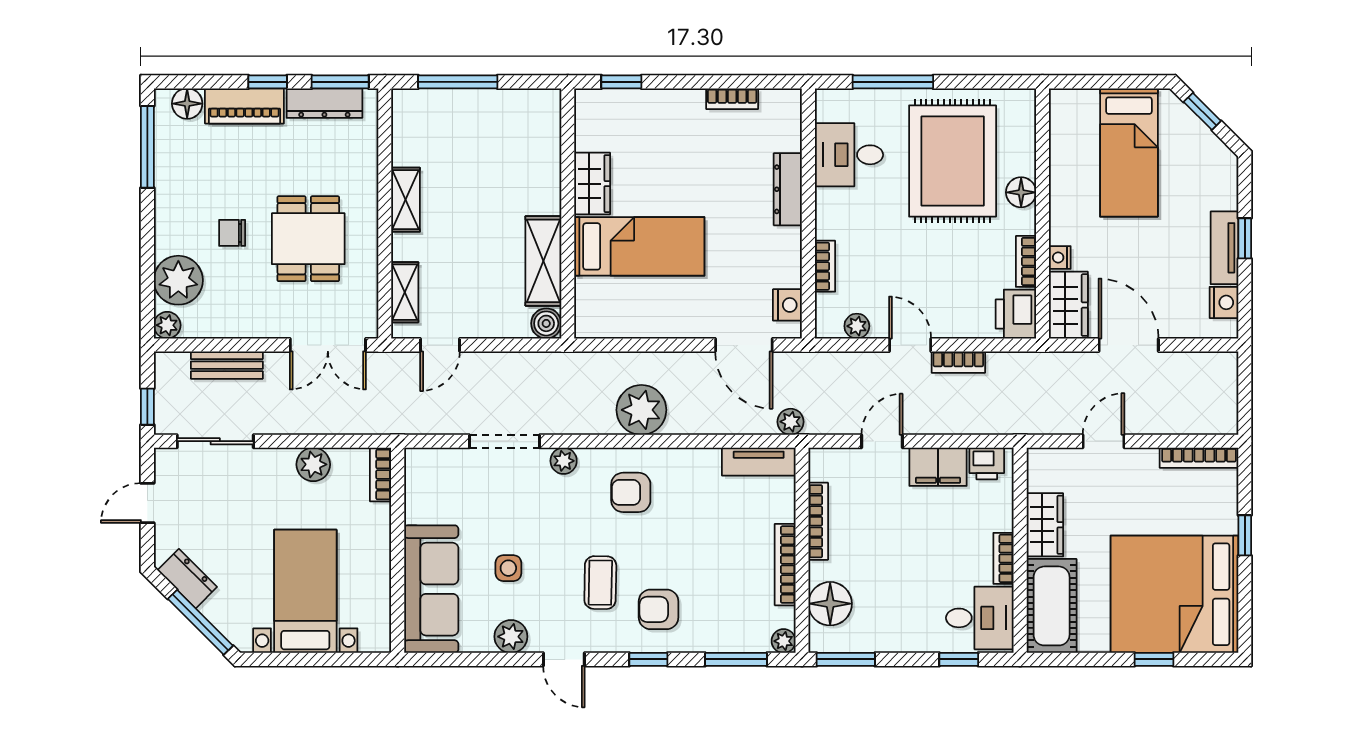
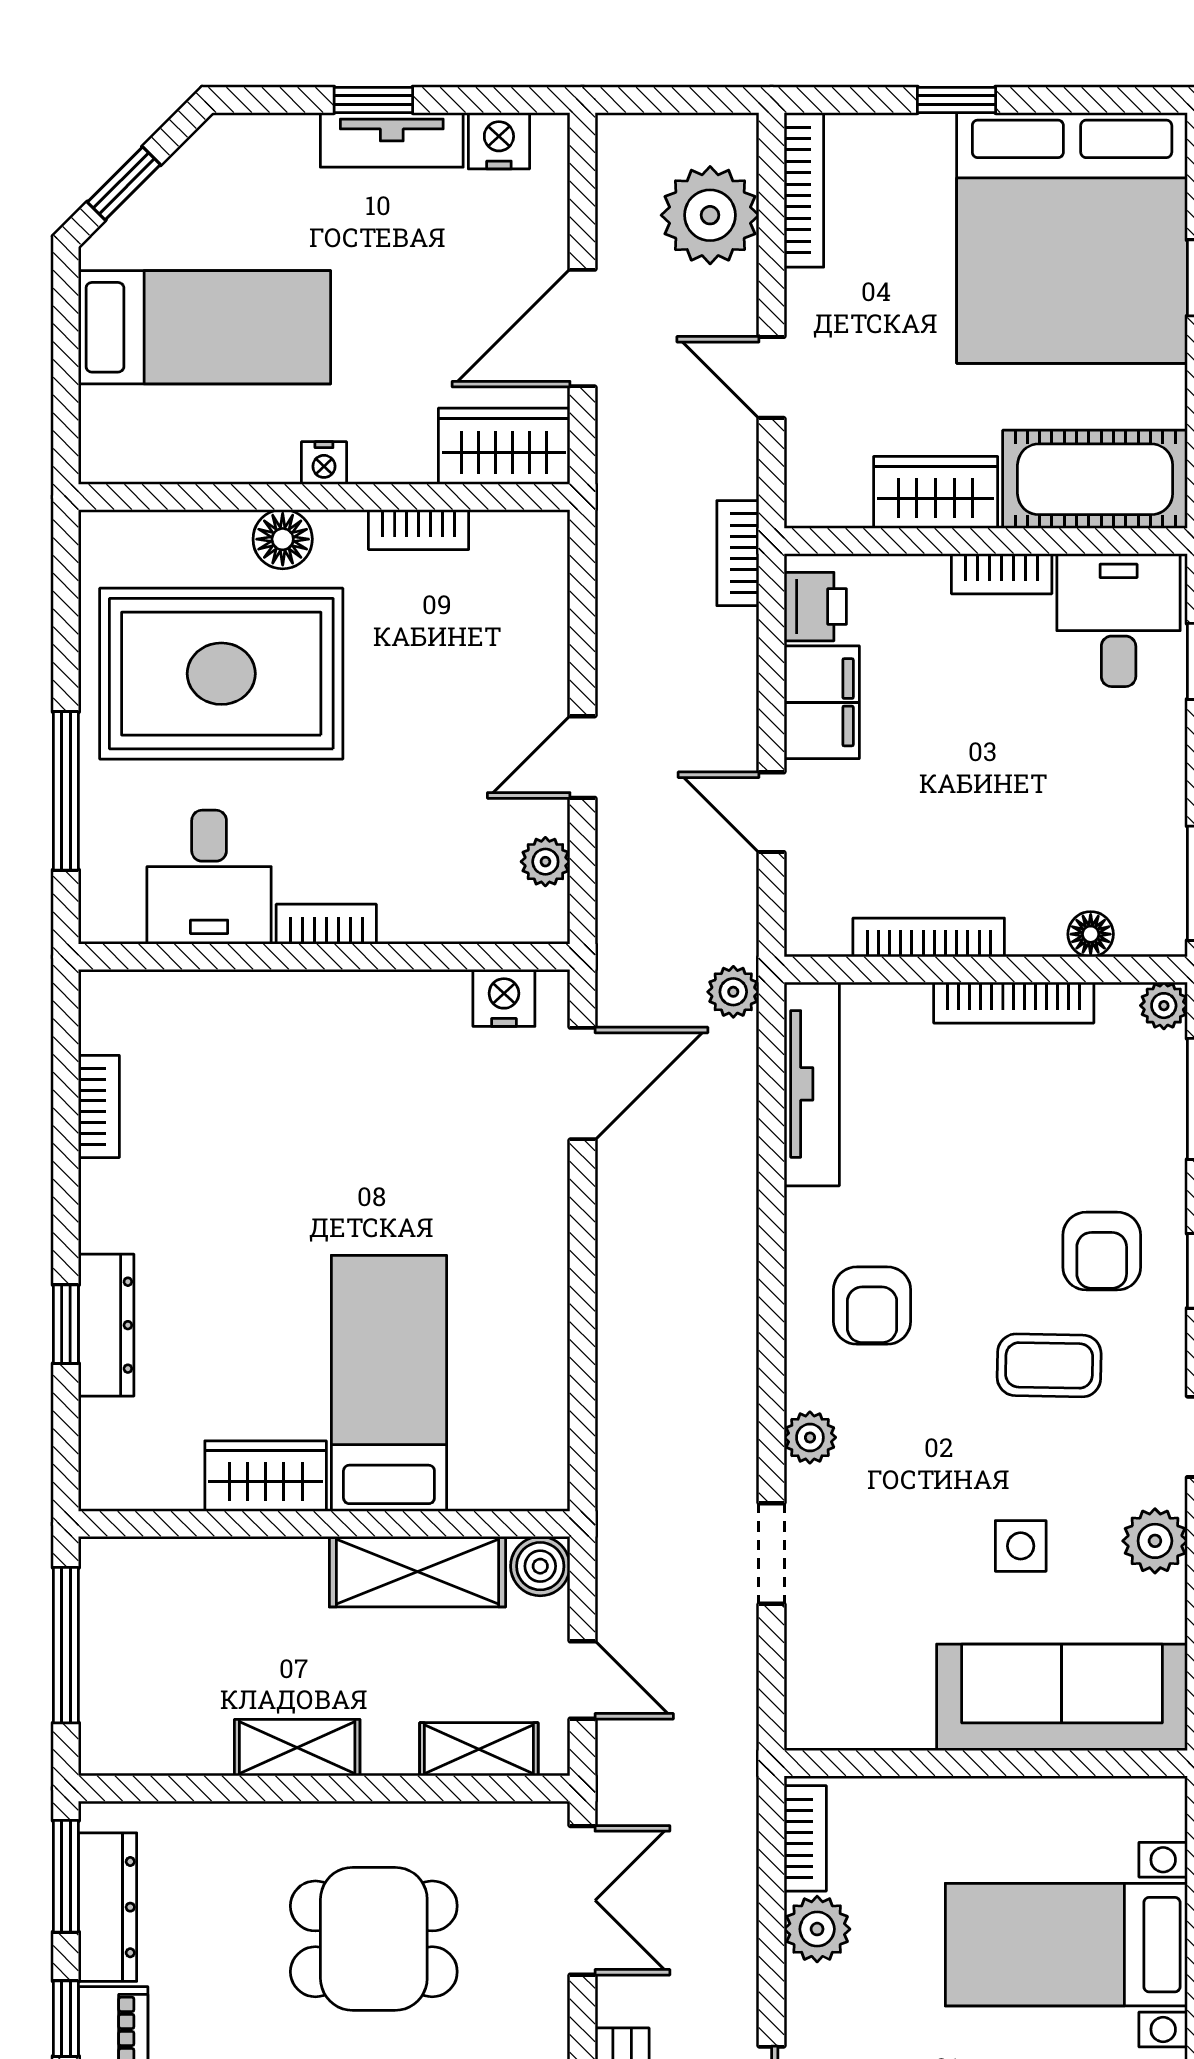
wardrobe: (592, 184) -> (266, 1476), moved
dresser: (788, 189) -> (106, 1325), moved, turned -90
wall: (568, 213) -> (324, 1524), moved
bed: (639, 246) -> (389, 1383), moved
nightstand: (1060, 258) -> (324, 463), moved
shelving: (543, 261) -> (417, 1572), moved
bookcase: (825, 266) -> (326, 924), moved
printer: (1016, 314) -> (522, 549), removed
boiler: (546, 323) -> (540, 1566), moved
bookcase: (958, 362) -> (738, 553), moved, turned 180
plant: (641, 410) -> (710, 215), moved
doorway: (504, 441) -> (772, 1554), width x0.73
tv unit: (759, 462) -> (812, 1084), width x1.41
bookcase: (380, 474) -> (805, 1838), moved, turned -90
floor lamp: (830, 604) -> (1091, 934), width x0.53, depth x0.53

